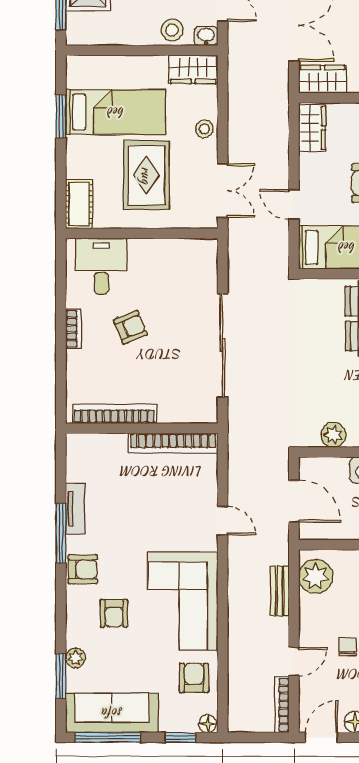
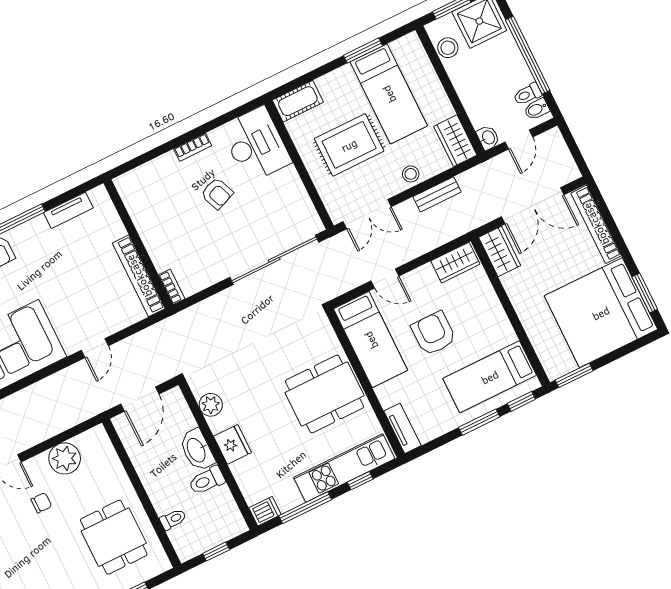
stool: (172, 30) -> (448, 48), moved
door: (294, 204) -> (385, 278), swing flipped
desk: (101, 266) -> (256, 145), width x1.37
sliding door: (223, 345) -> (274, 260), moved
bookcase: (114, 414) -> (172, 287), moved, width x0.43, depth x0.76
tv unit: (75, 509) -> (68, 210), moved
plant: (316, 577) -> (65, 458), moved
bench: (280, 591) -> (437, 194), moved

